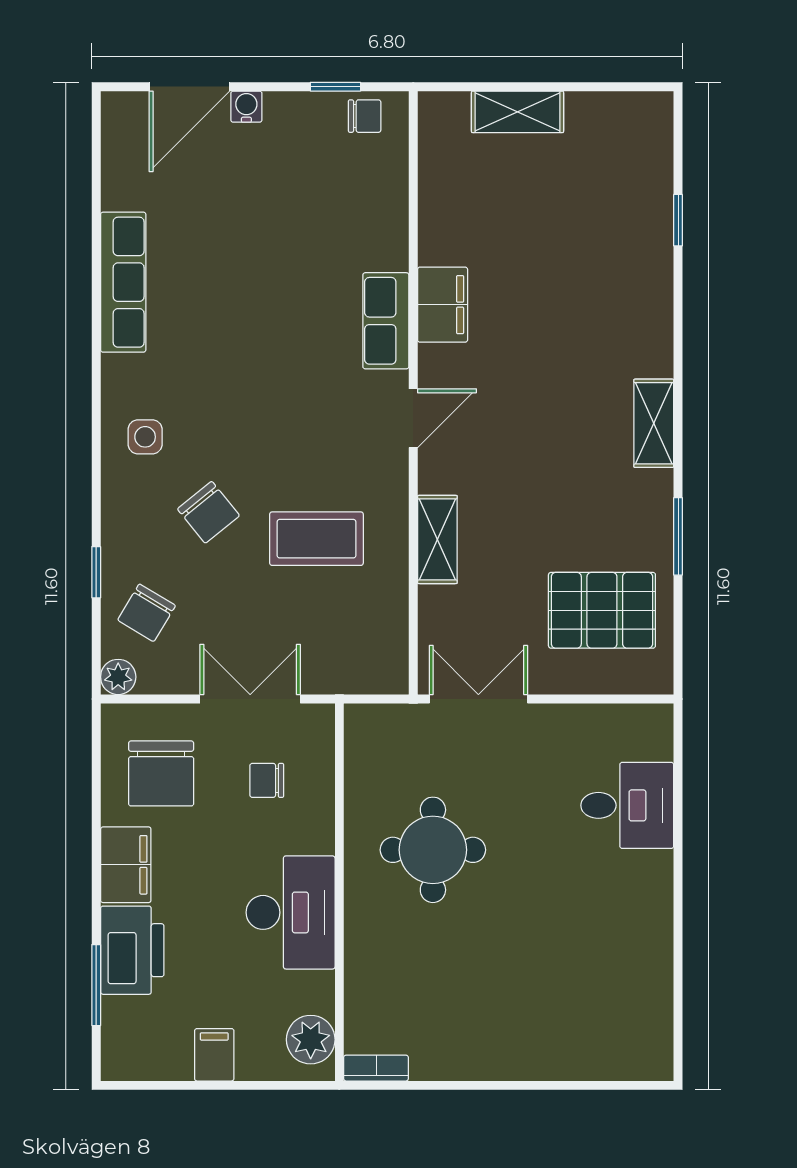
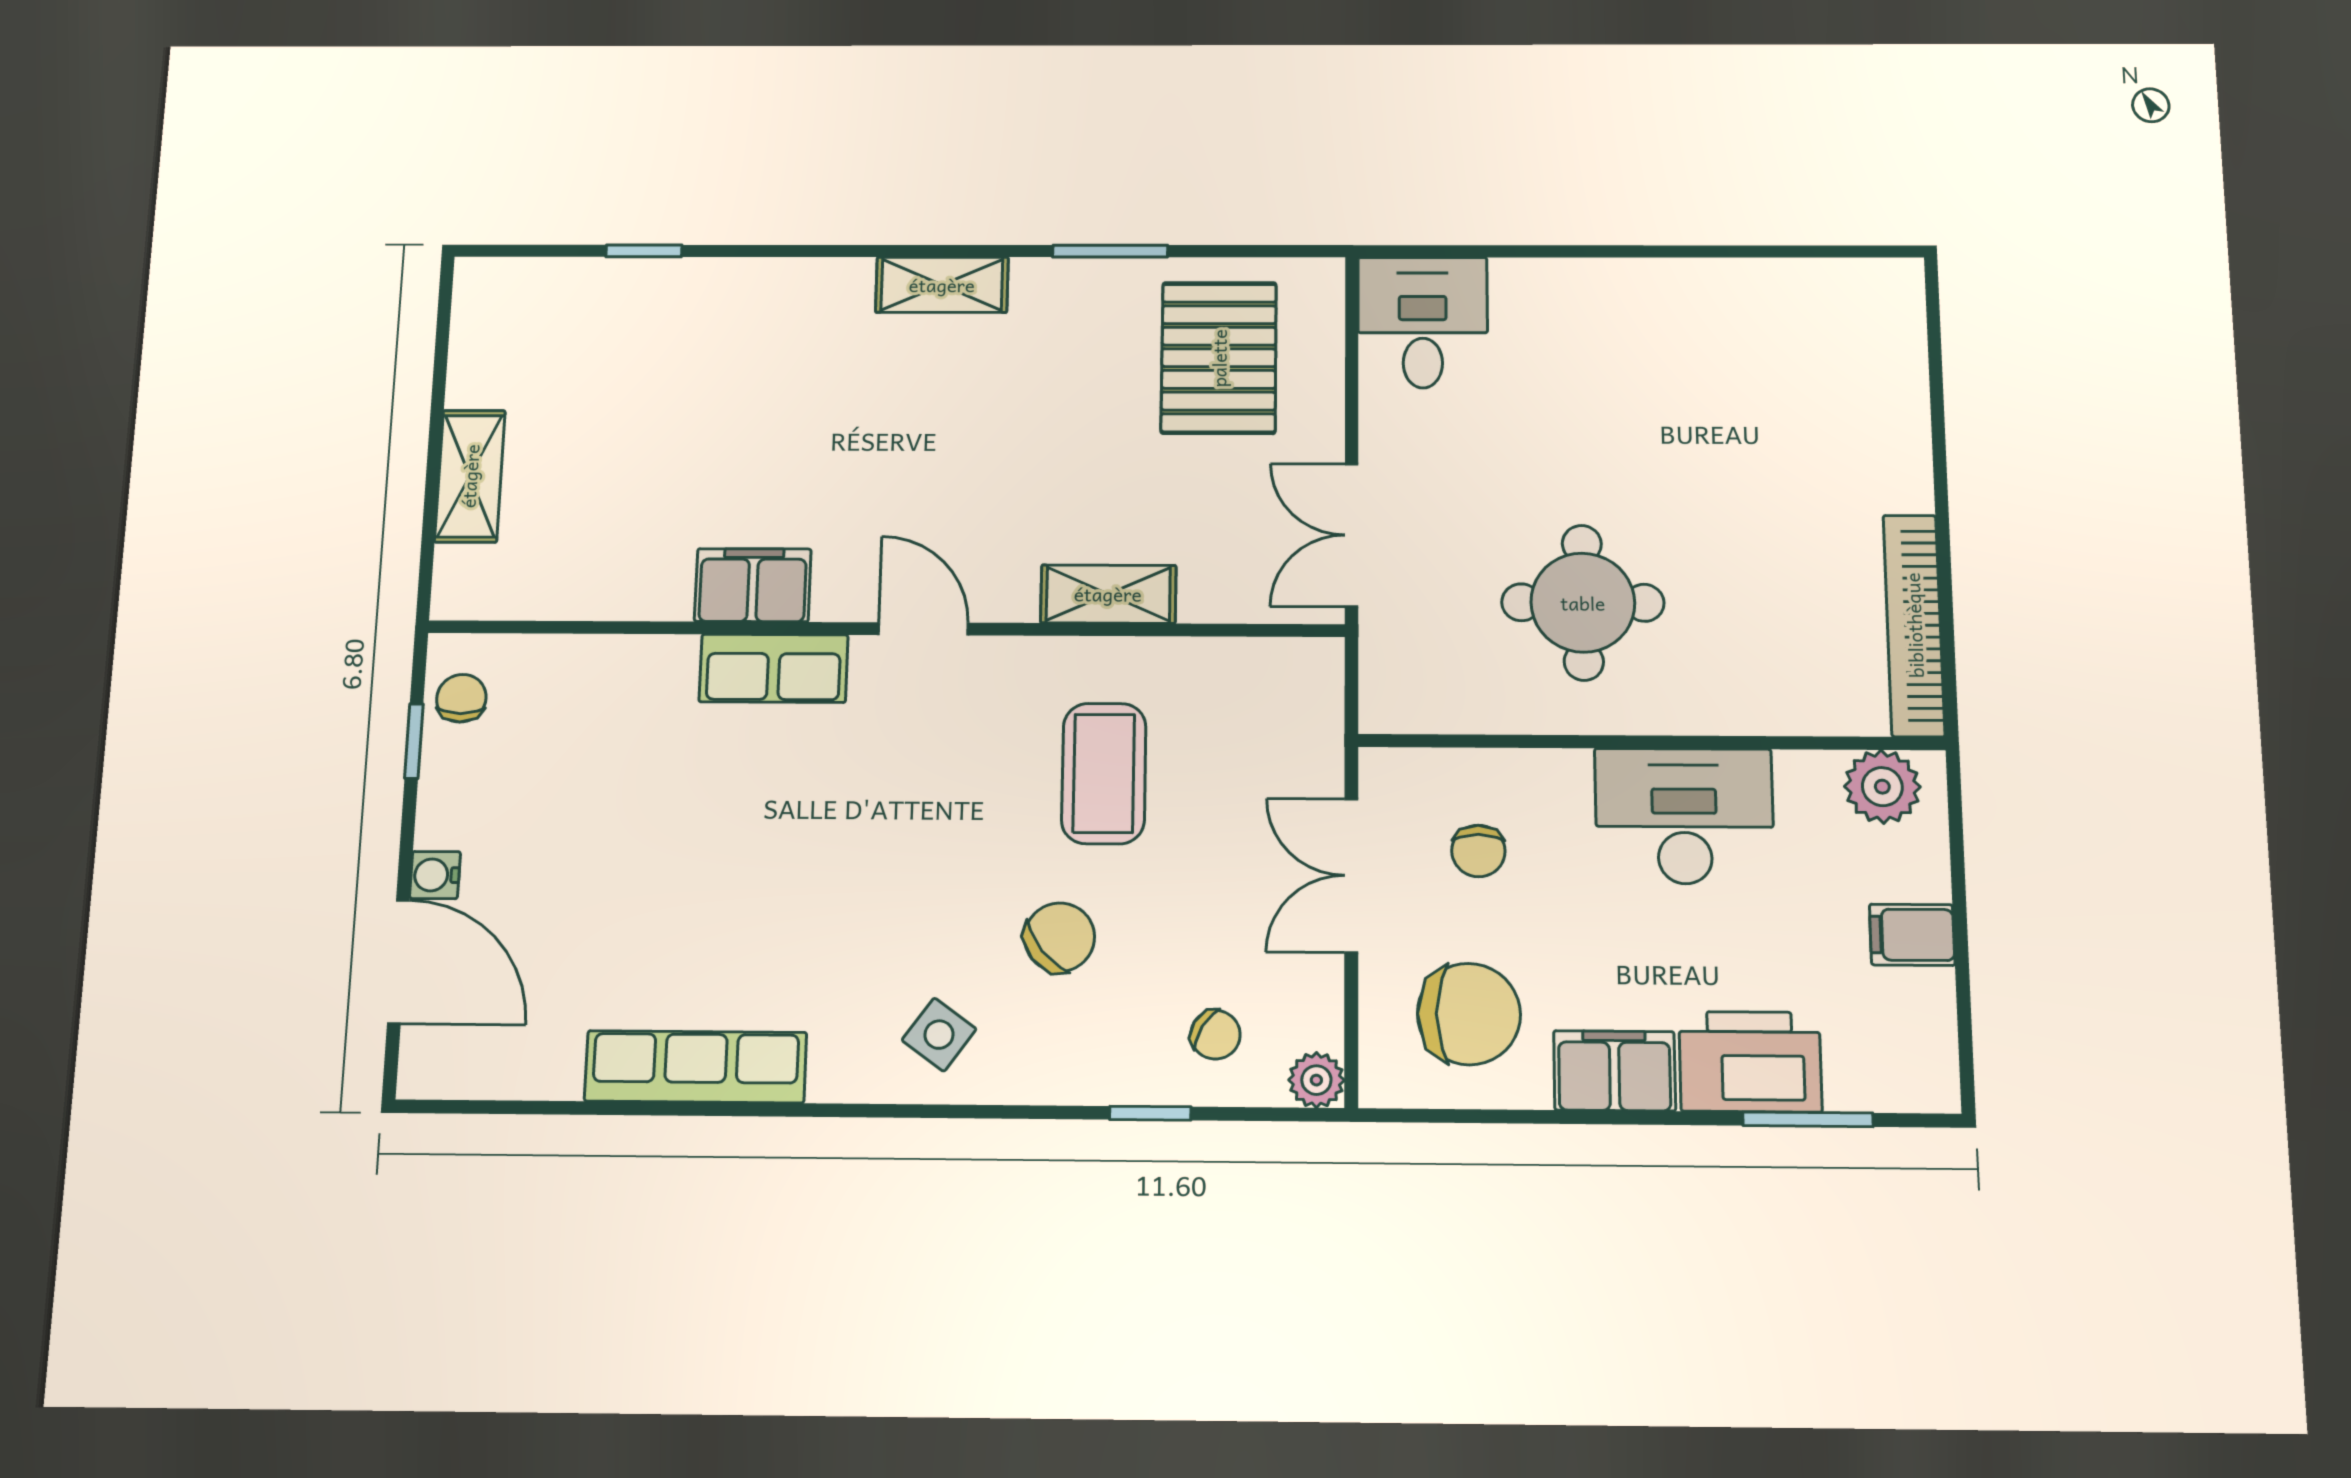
side table: (145, 437) -> (939, 1035), turned 36
chair: (147, 613) -> (1215, 1035), width x0.73, depth x0.73
desk: (627, 805) -> (1423, 322), moved
bookcase: (376, 1068) -> (1914, 625), width x2.31, depth x1.31

